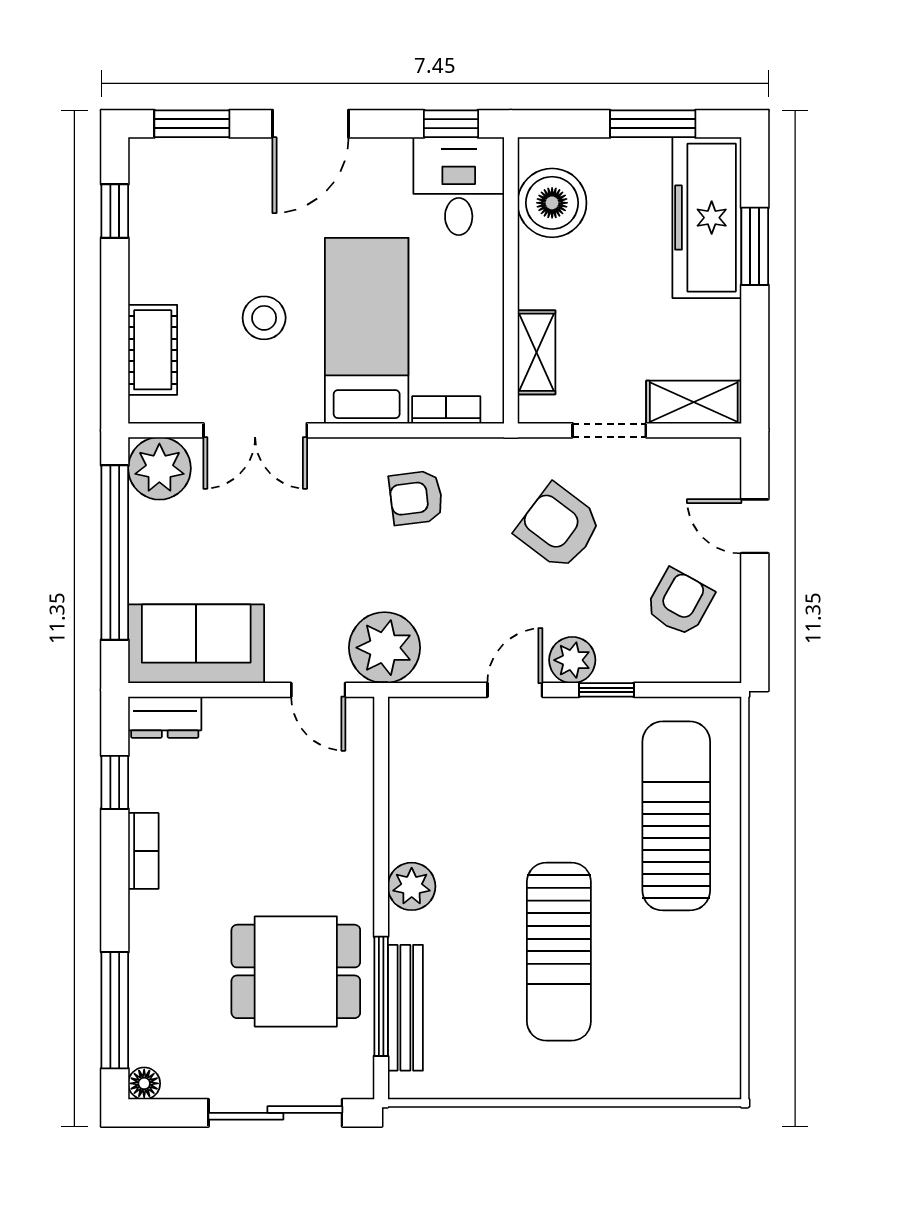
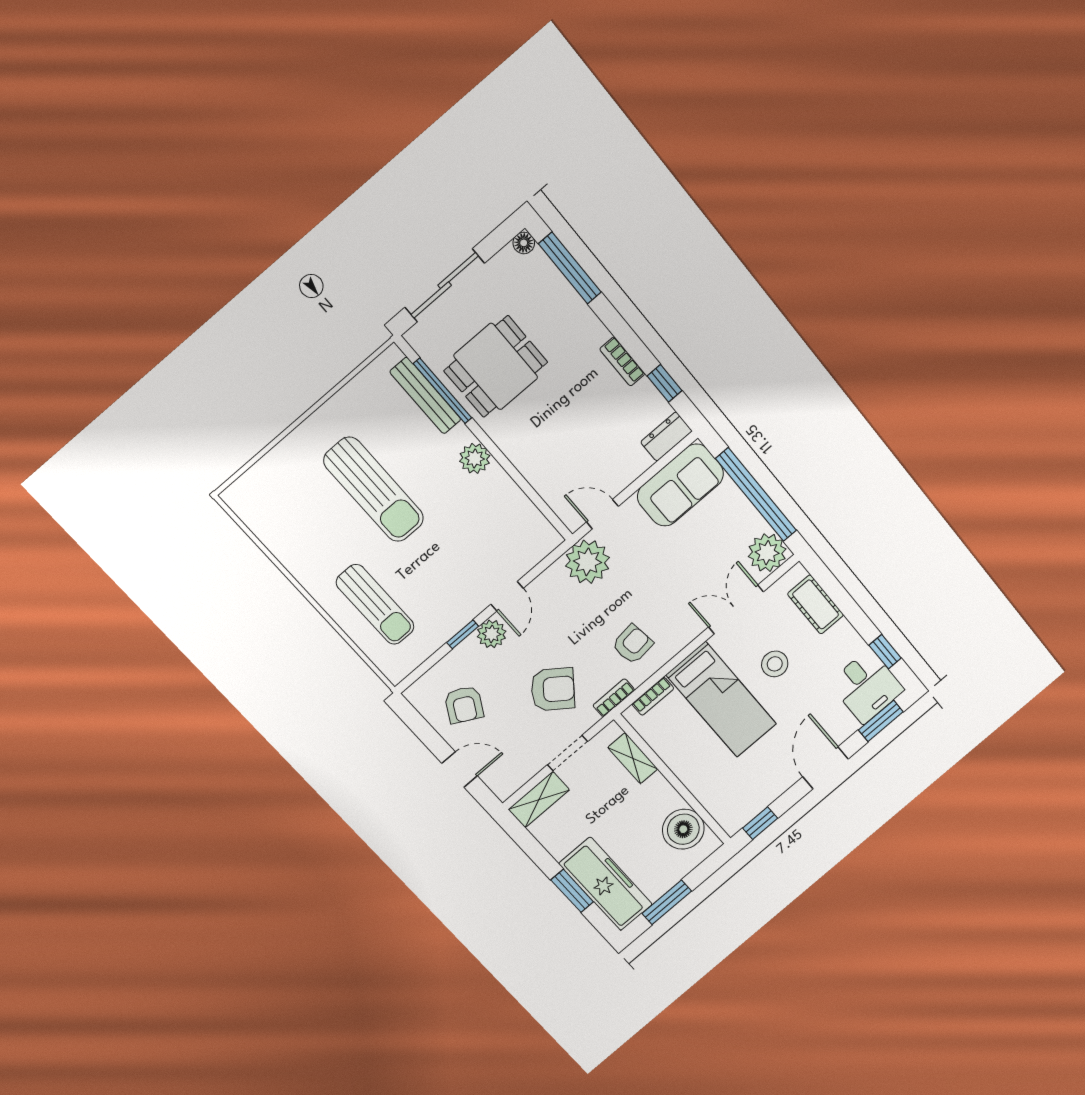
desk: (459, 186) -> (867, 686), moved
bookcase: (495, 451) -> (614, 698), added
sun lounger: (676, 816) -> (375, 604), width x0.73, depth x0.75
sun lounger: (559, 952) -> (374, 489), turned 180

